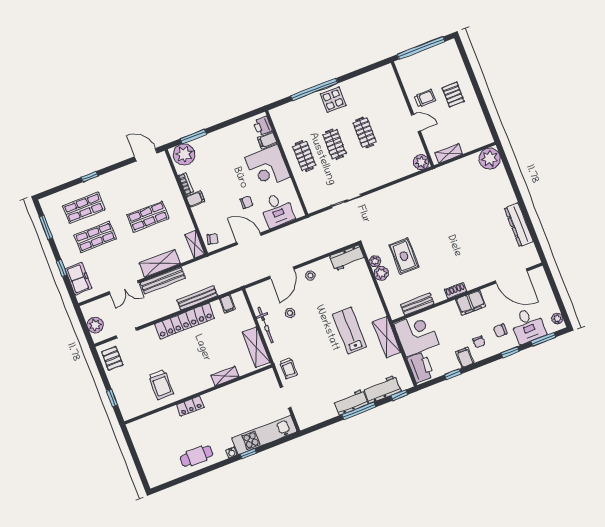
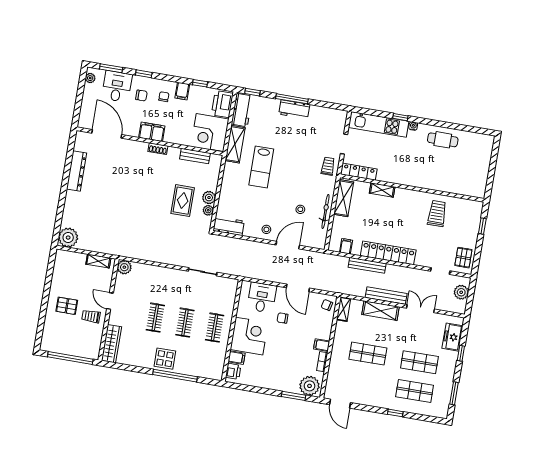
wardrobe: (391, 84) -> (111, 344), added
pallet: (453, 95) -> (67, 306), turned 90
workbench: (382, 389) -> (242, 110), moved, turned -90
locker: (190, 406) -> (359, 172), moved, width x1.53

